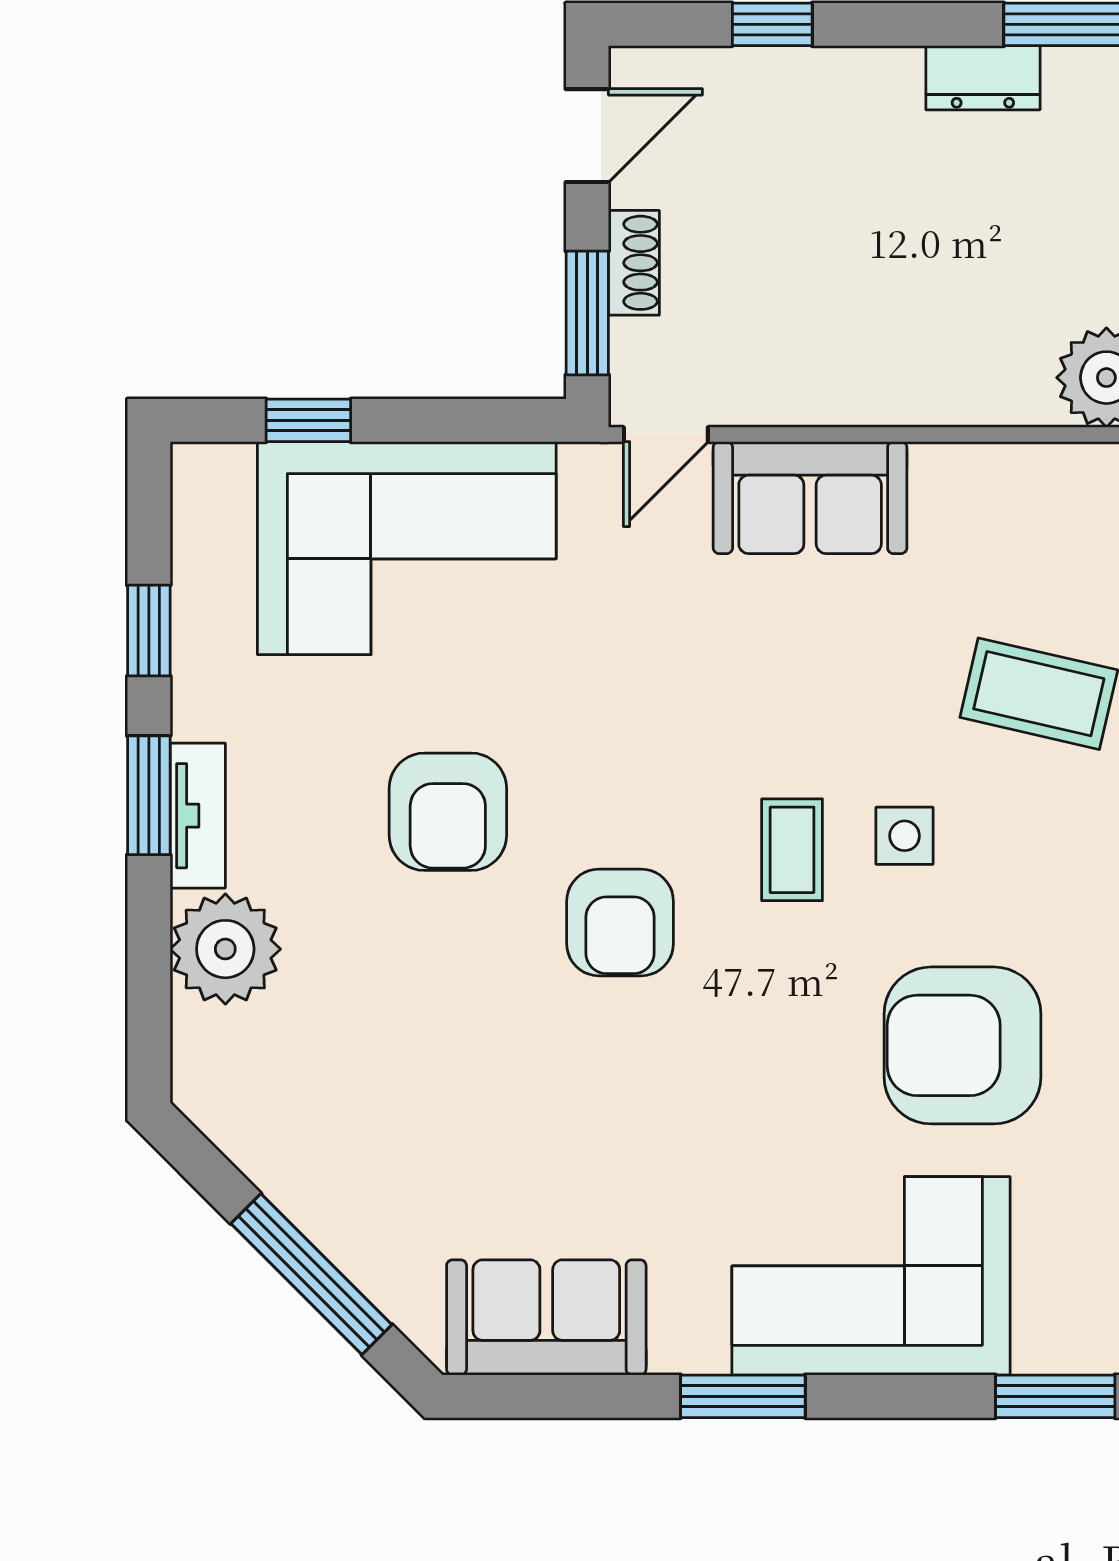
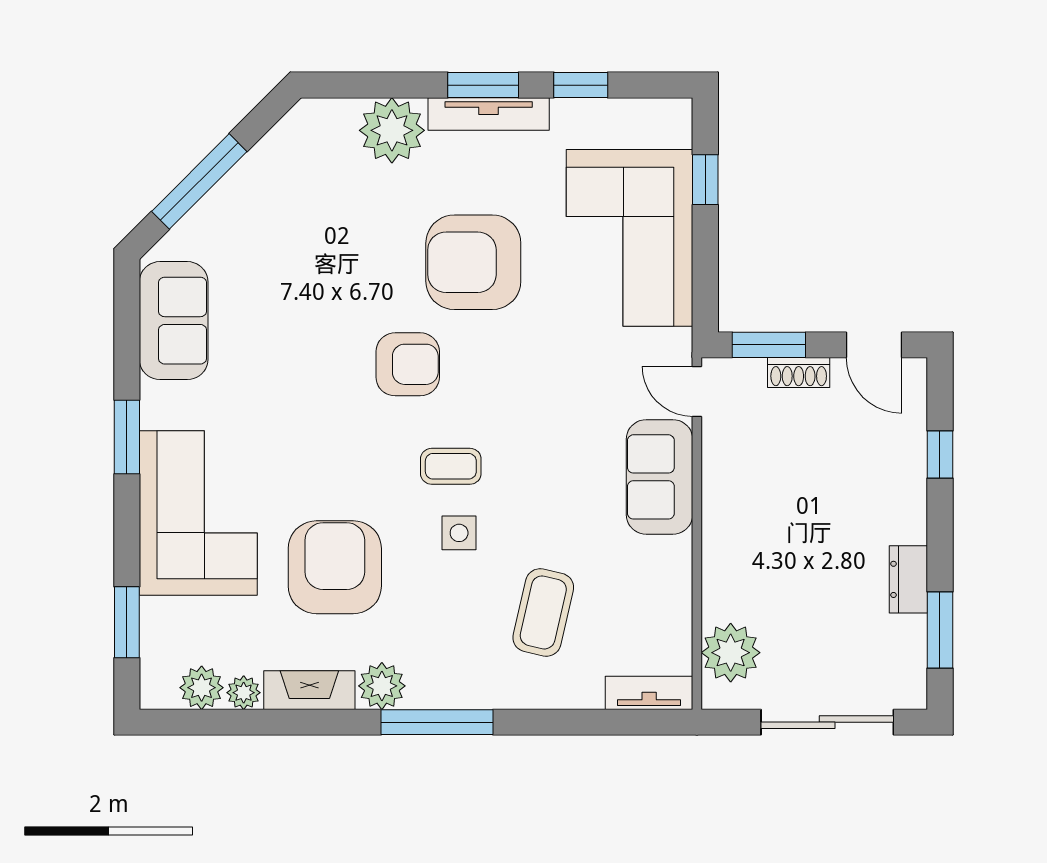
armchair: (448, 812) -> (473, 262), width x1.36, depth x1.36
tv unit: (198, 816) -> (489, 114), width x1.41
armchair: (620, 922) -> (408, 364), turned 180

